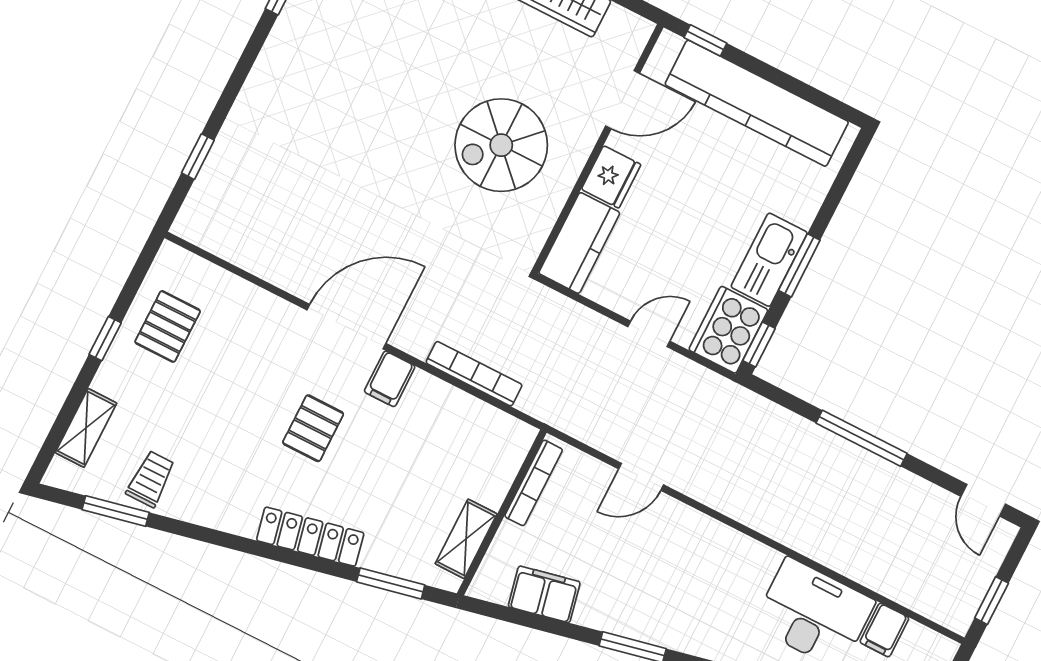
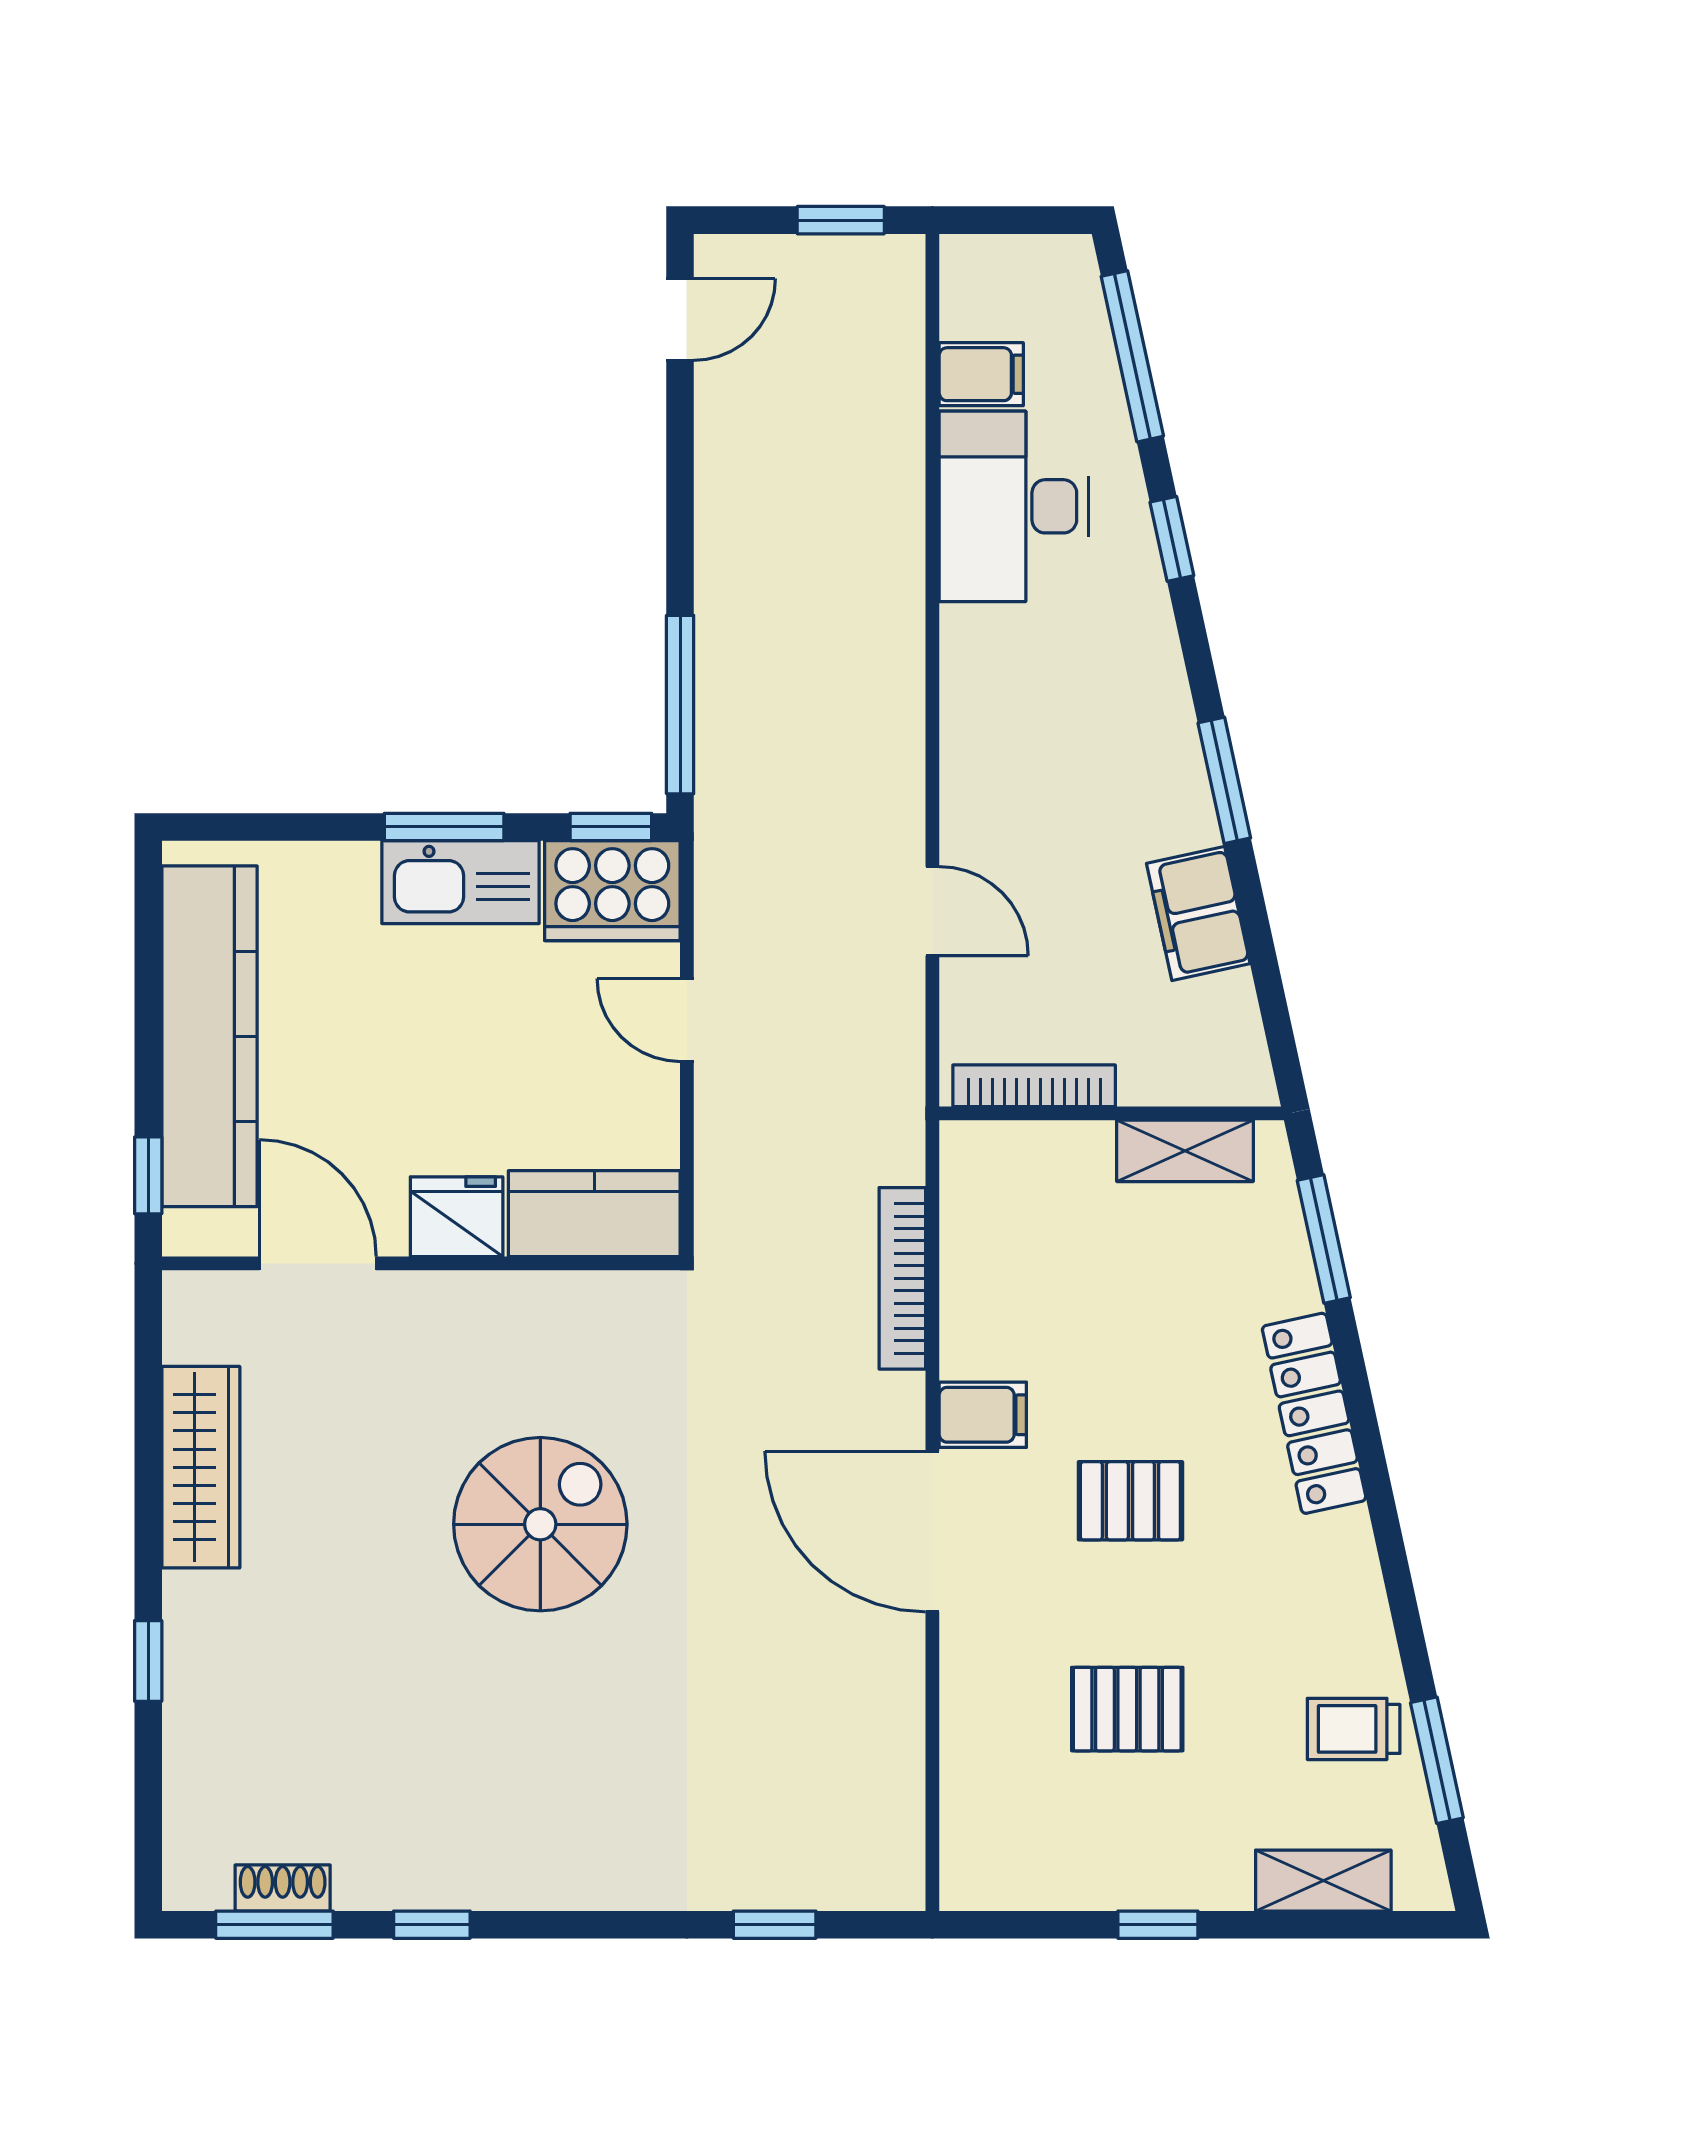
spiral stairs: (501, 145) -> (540, 1524), moved, turned -90
pallet: (168, 326) -> (1127, 1709), moved
window: (862, 438) -> (680, 705), moved
filing cabinet: (544, 594) -> (1198, 914), moved

